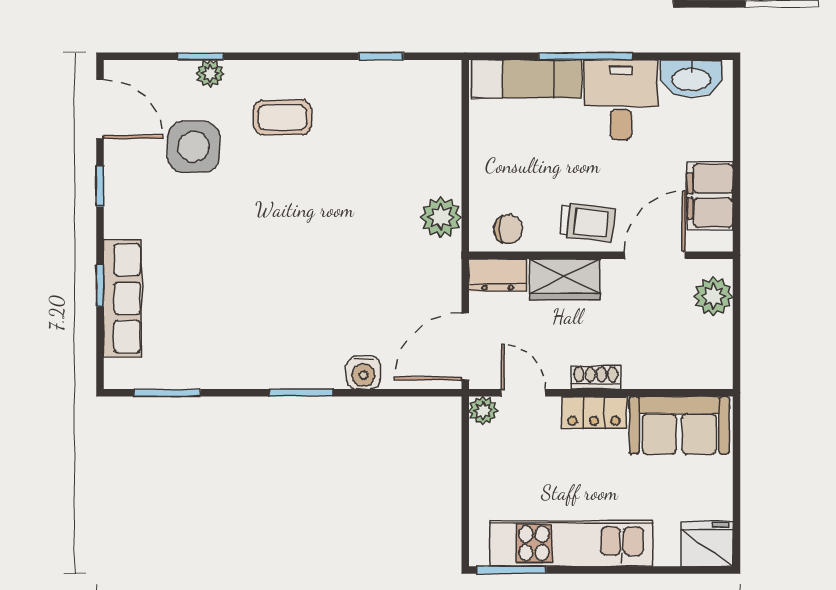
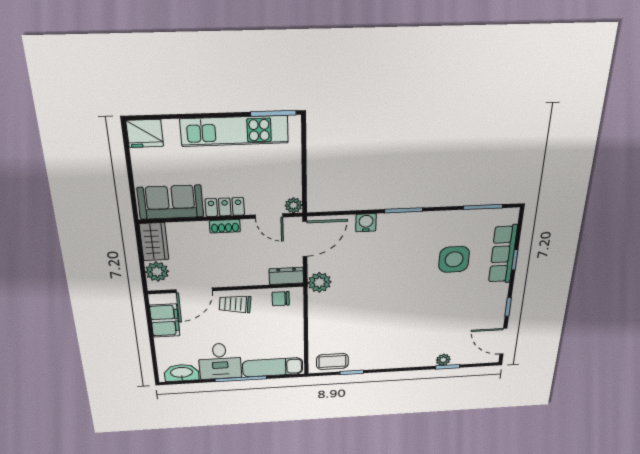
coffee table: (282, 117) -> (332, 362), moved
side table: (194, 147) -> (454, 259), moved
plant: (441, 217) -> (319, 282), moved
wardrobe: (565, 279) -> (154, 242), moved, turned 90

